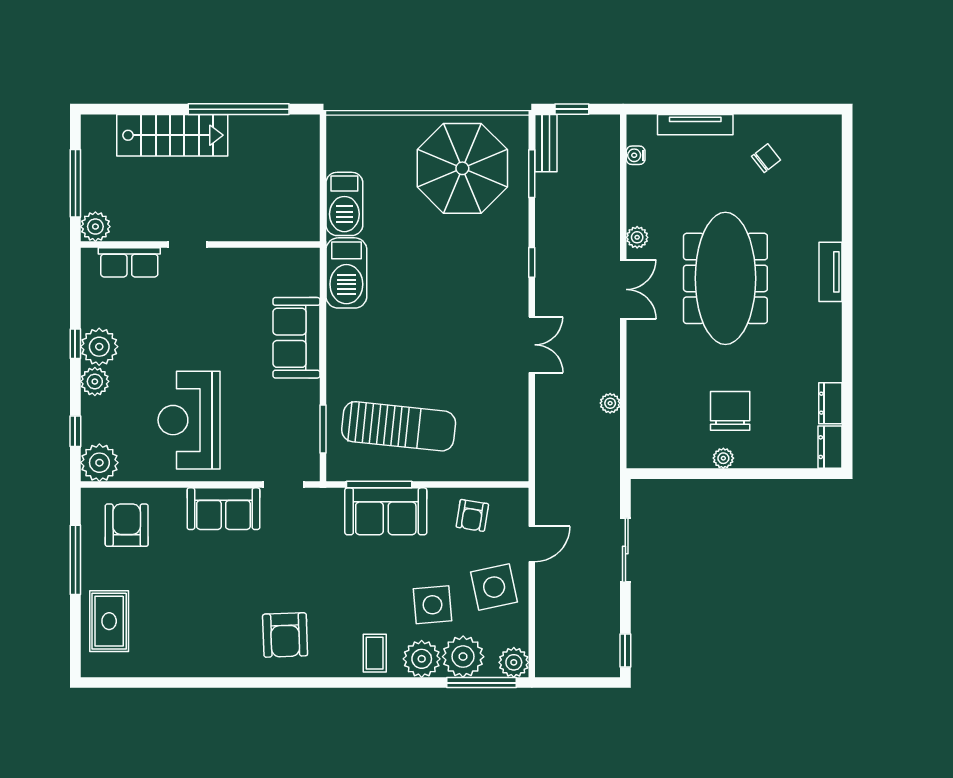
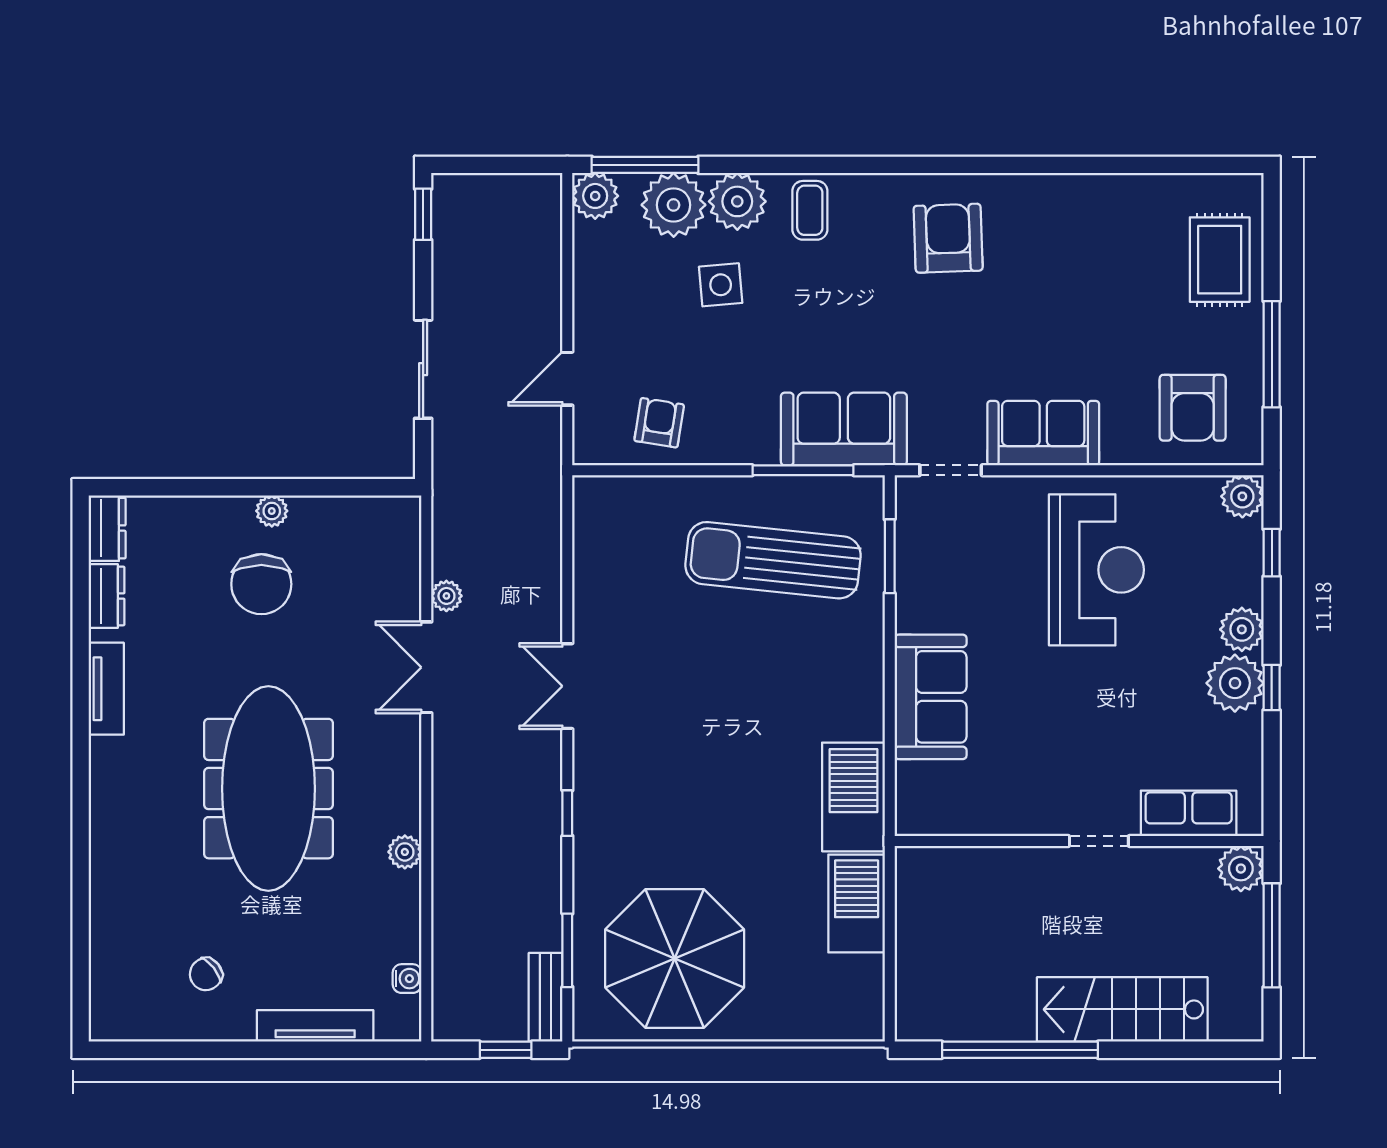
tv unit: (831, 272) -> (106, 689), moved
double door: (623, 289) -> (426, 667), moved
plant: (99, 463) -> (1242, 496), width x0.73, depth x0.73
sofa: (386, 511) -> (844, 429), moved
side table: (494, 587) -> (626, 312), removed
side table: (432, 605) -> (721, 285), width x0.73, depth x0.73

